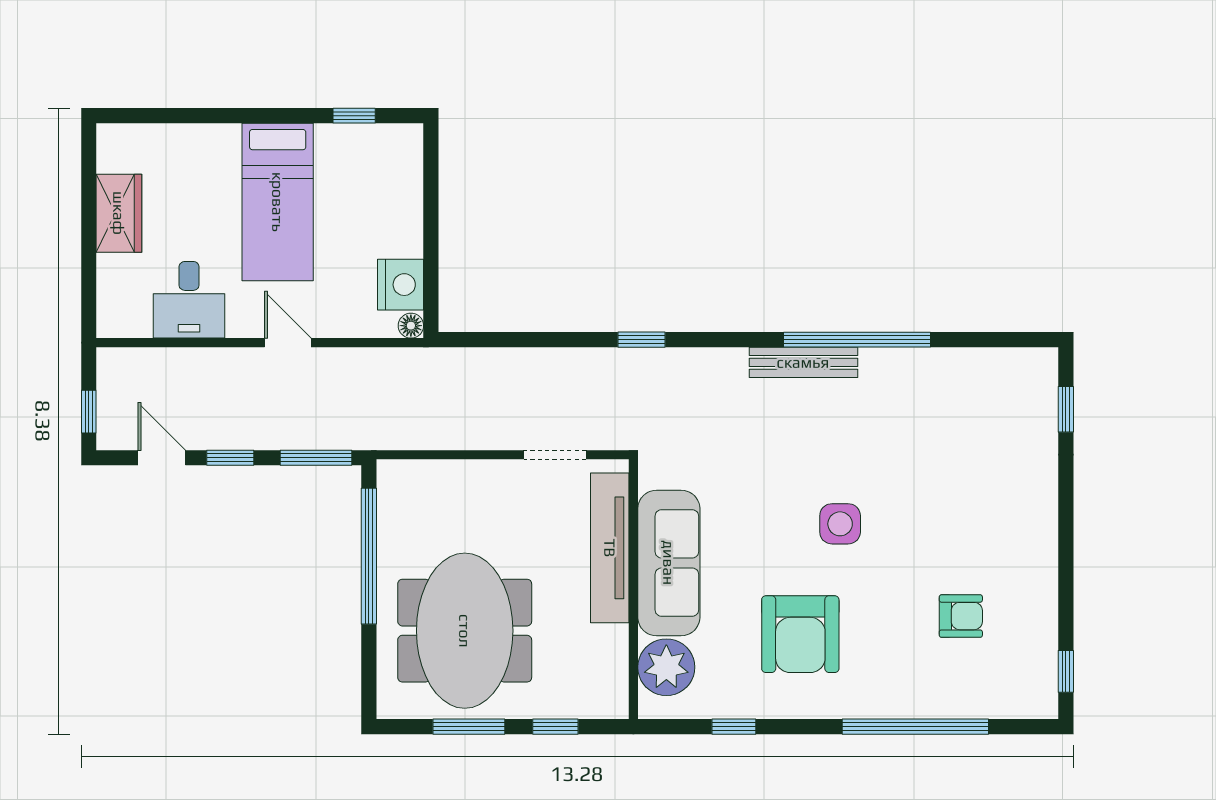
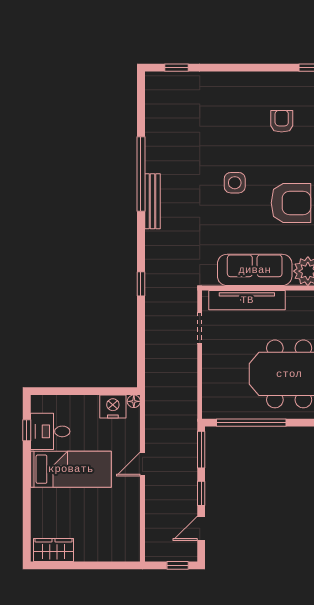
wardrobe: (119, 213) -> (54, 550), moved
desk: (189, 300) -> (50, 431), moved, turned 180

